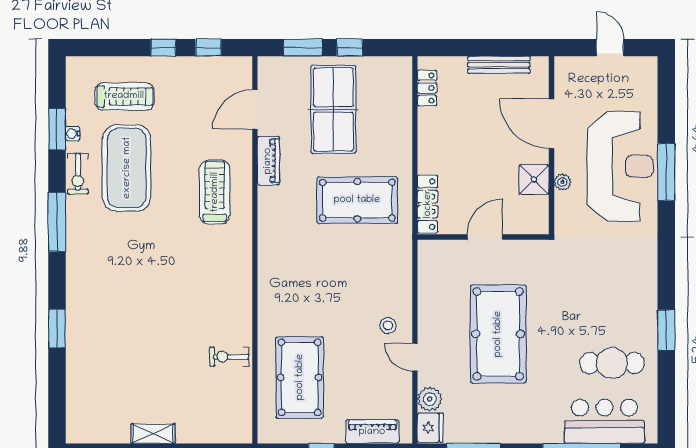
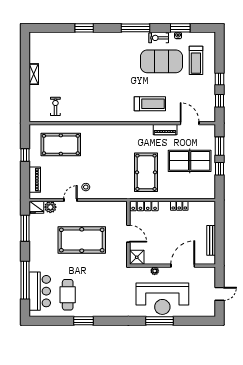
locker: (427, 88) -> (179, 206), moved
shower: (534, 179) -> (137, 257), moved
exercise bike: (229, 357) -> (55, 106), moved

